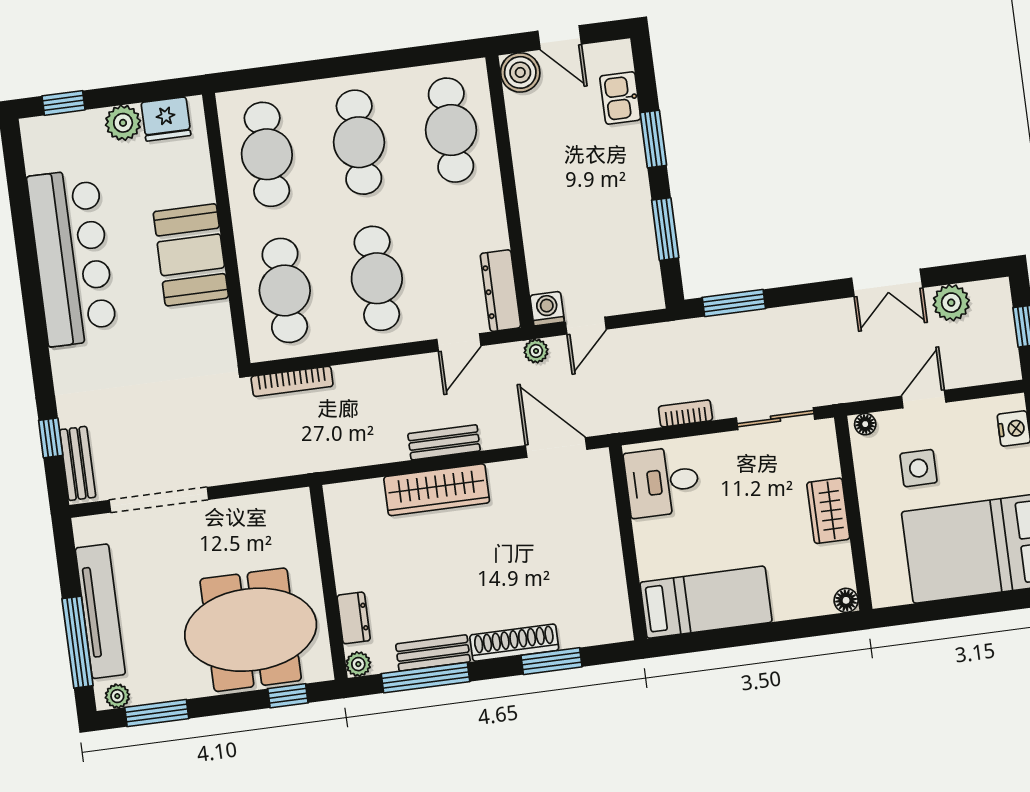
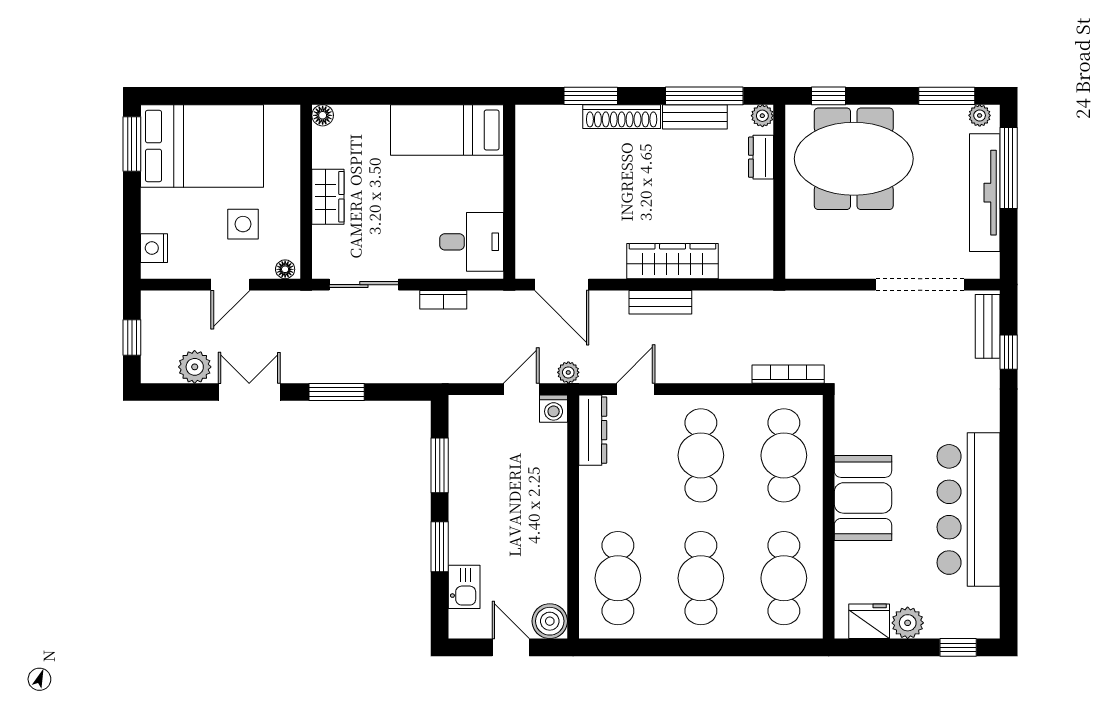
window: (734, 303) -> (337, 392), moved

